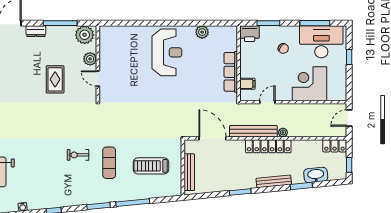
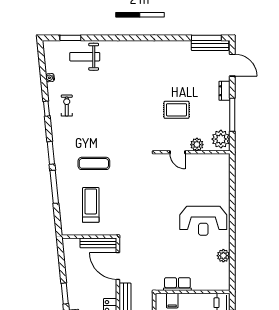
row of seats: (231, 72) -> (177, 284), width x0.68
door: (98, 78) -> (177, 152), swing flipped
door: (213, 138) -> (118, 266), swing flipped
exercise bike: (78, 155) -> (67, 105), moved
bench: (189, 172) -> (98, 243), moved

